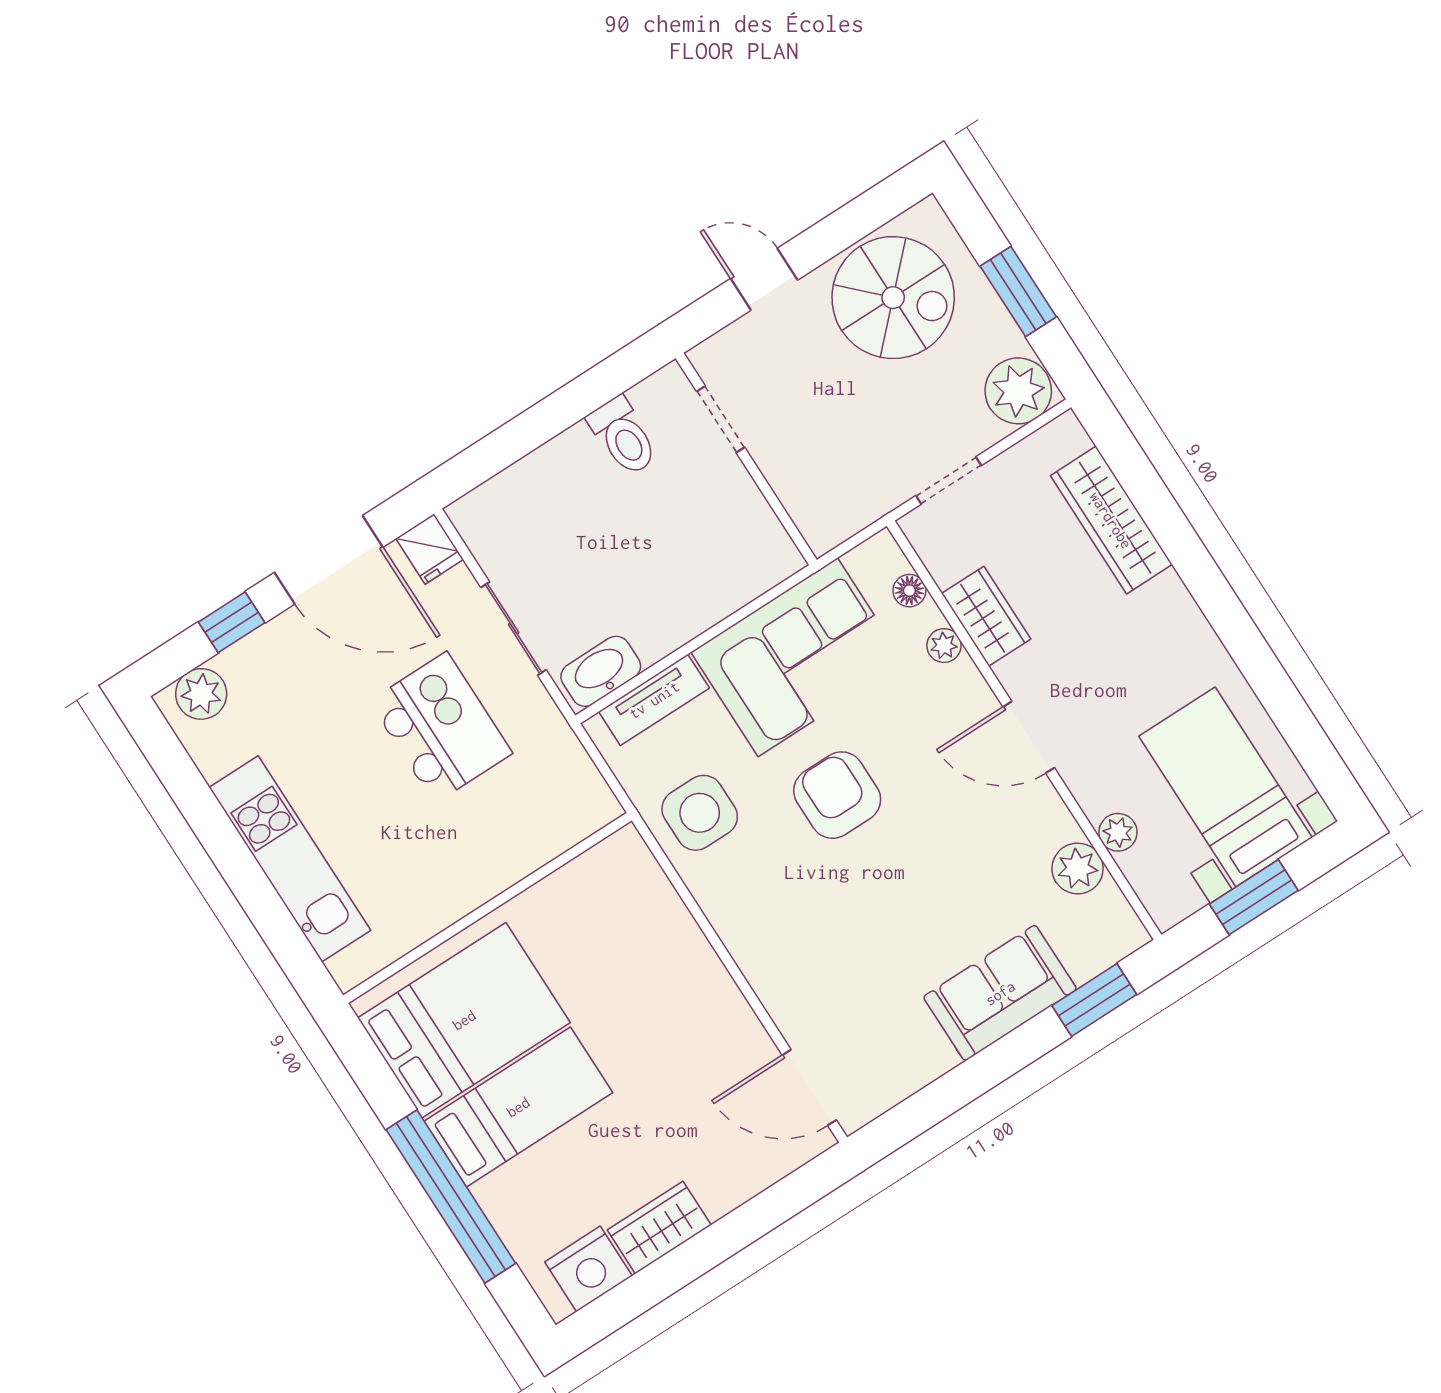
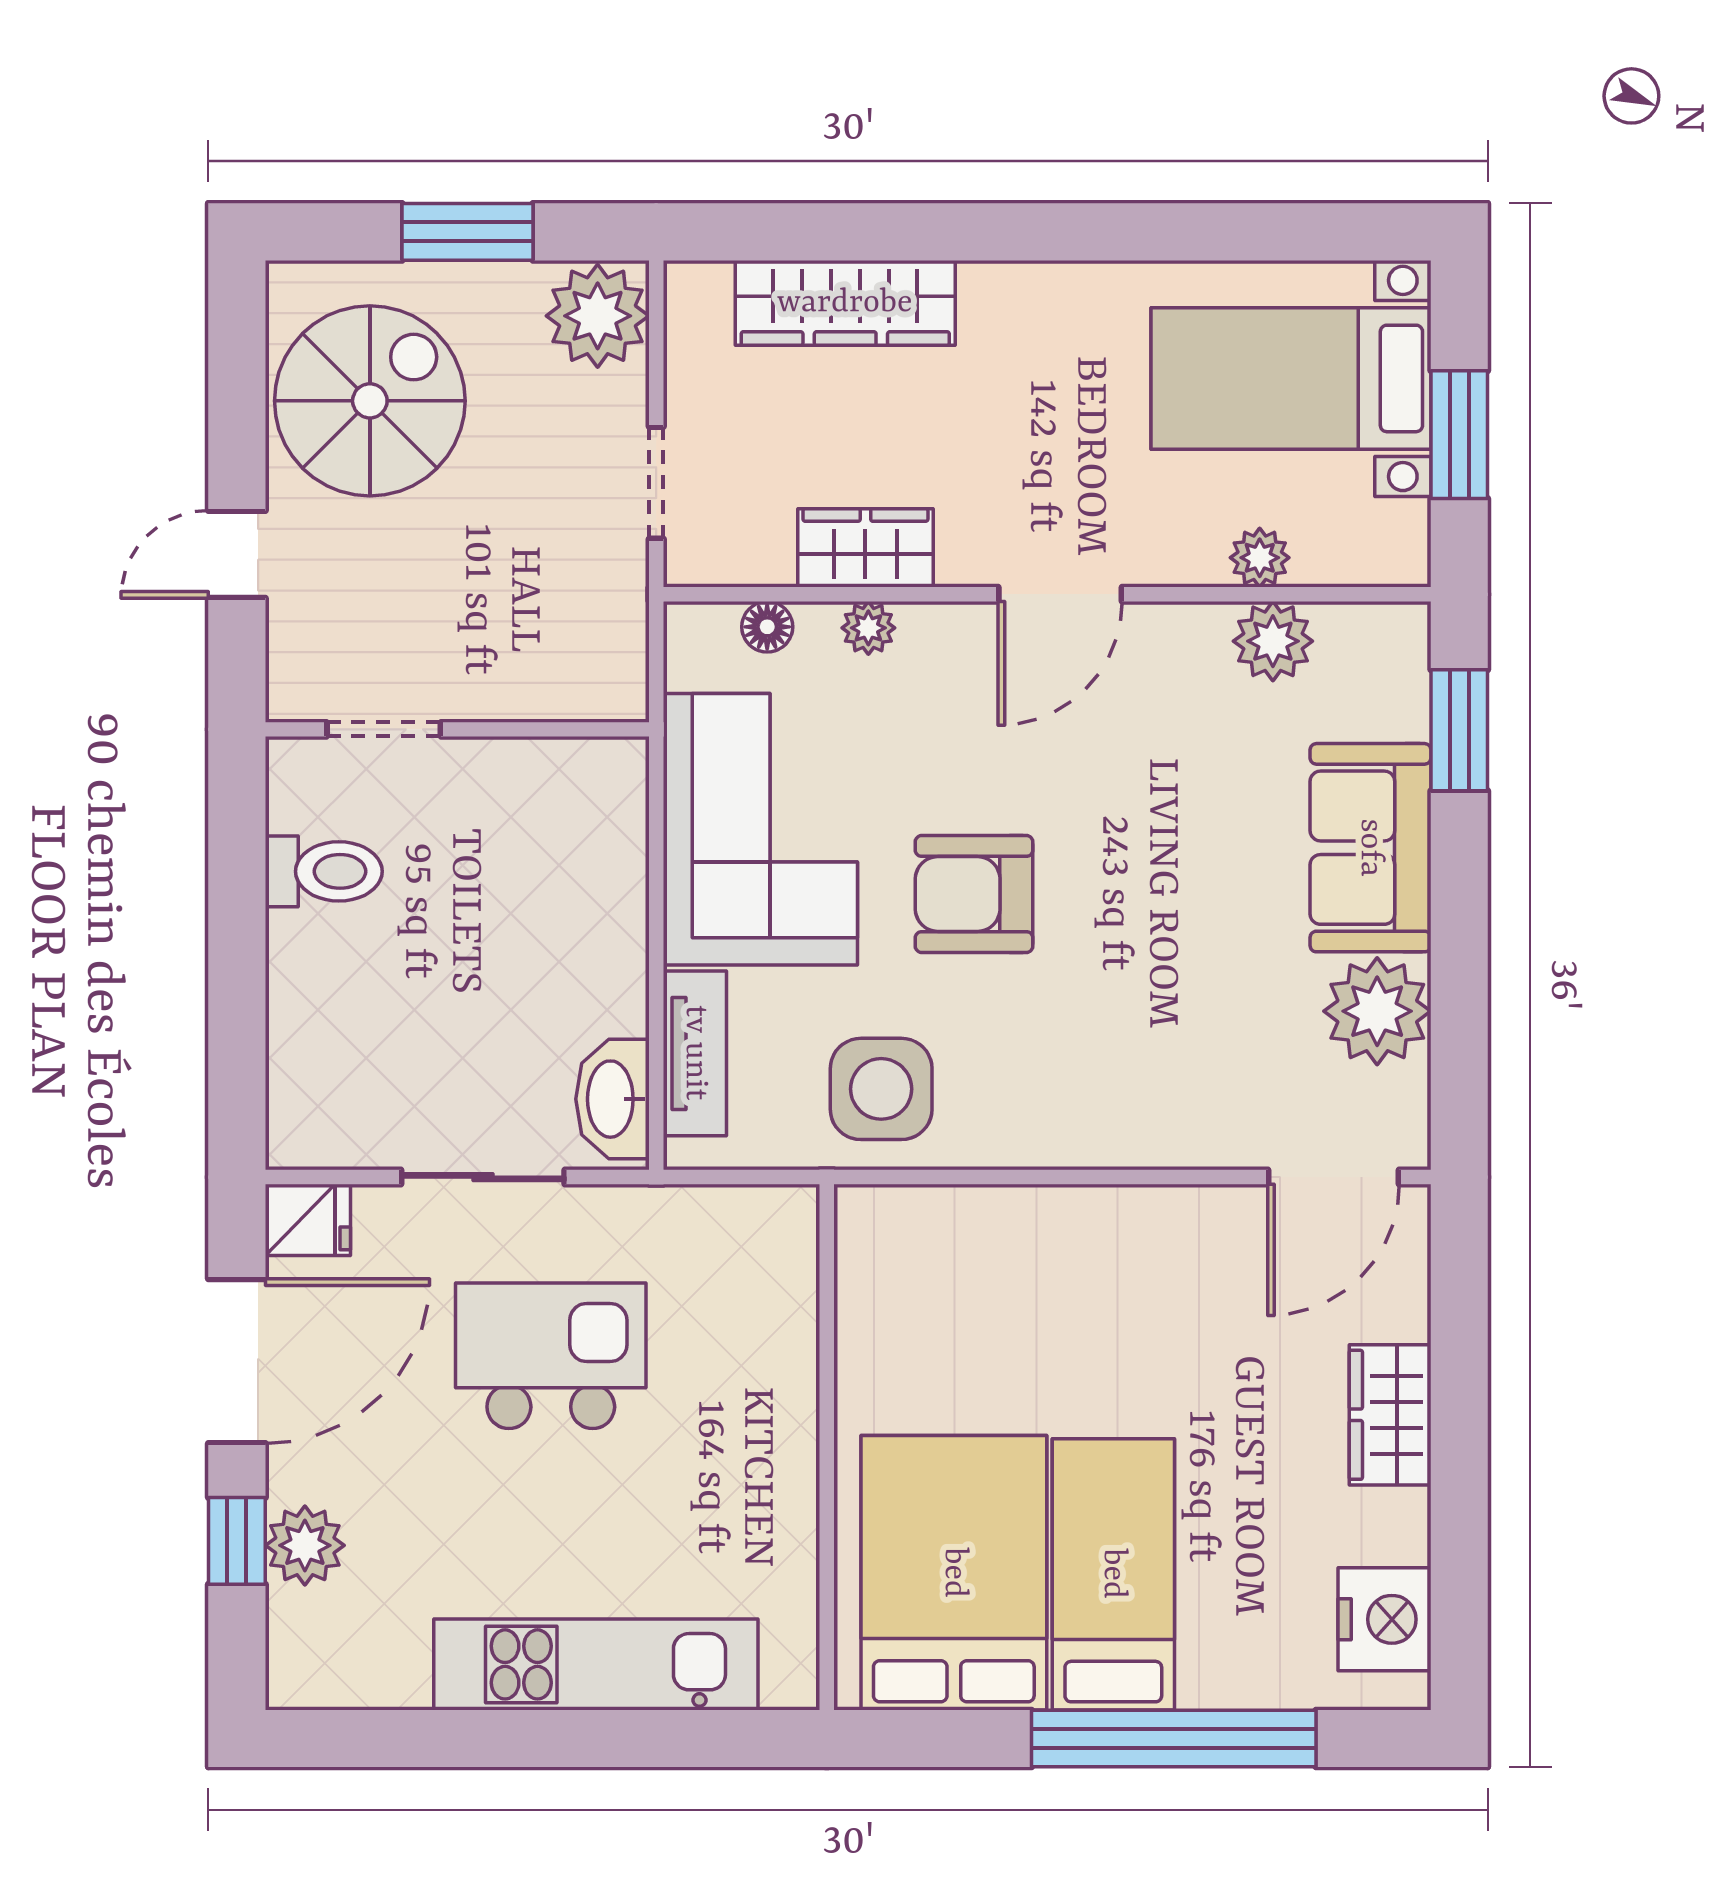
plant: (201, 694) -> (305, 1545), moved
plant: (914, 1053) -> (1377, 1011), added
wardrobe: (659, 1228) -> (1390, 1415), moved

